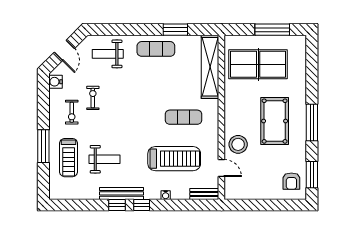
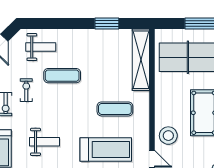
exercise mat: (156, 49) -> (62, 76), moved
weight bench: (108, 54) -> (41, 47), turned 180
weight bench: (104, 159) -> (44, 142), moved

